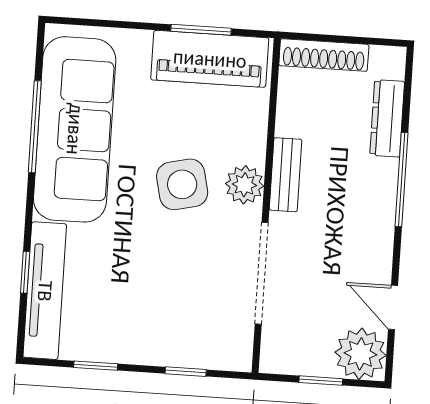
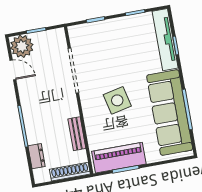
dresser: (387, 118) -> (37, 156), width x0.70
bench: (286, 175) -> (77, 134), moved
plant: (245, 185) -> (90, 107), removed

